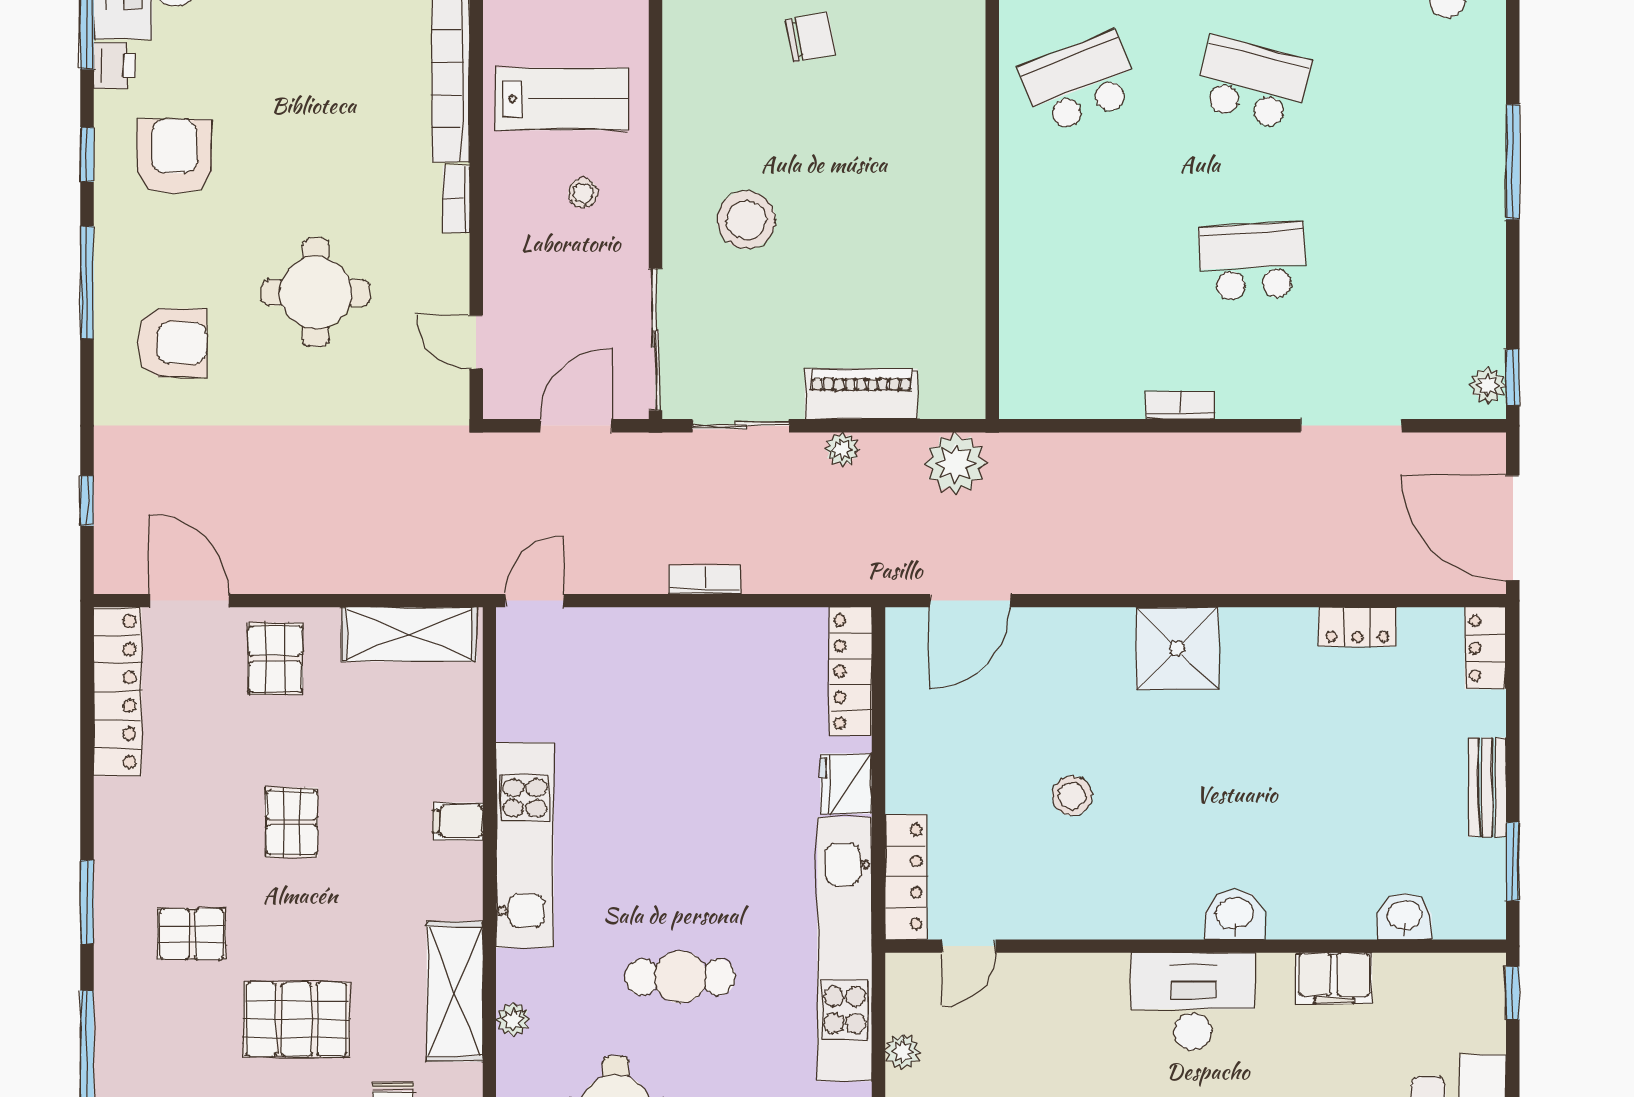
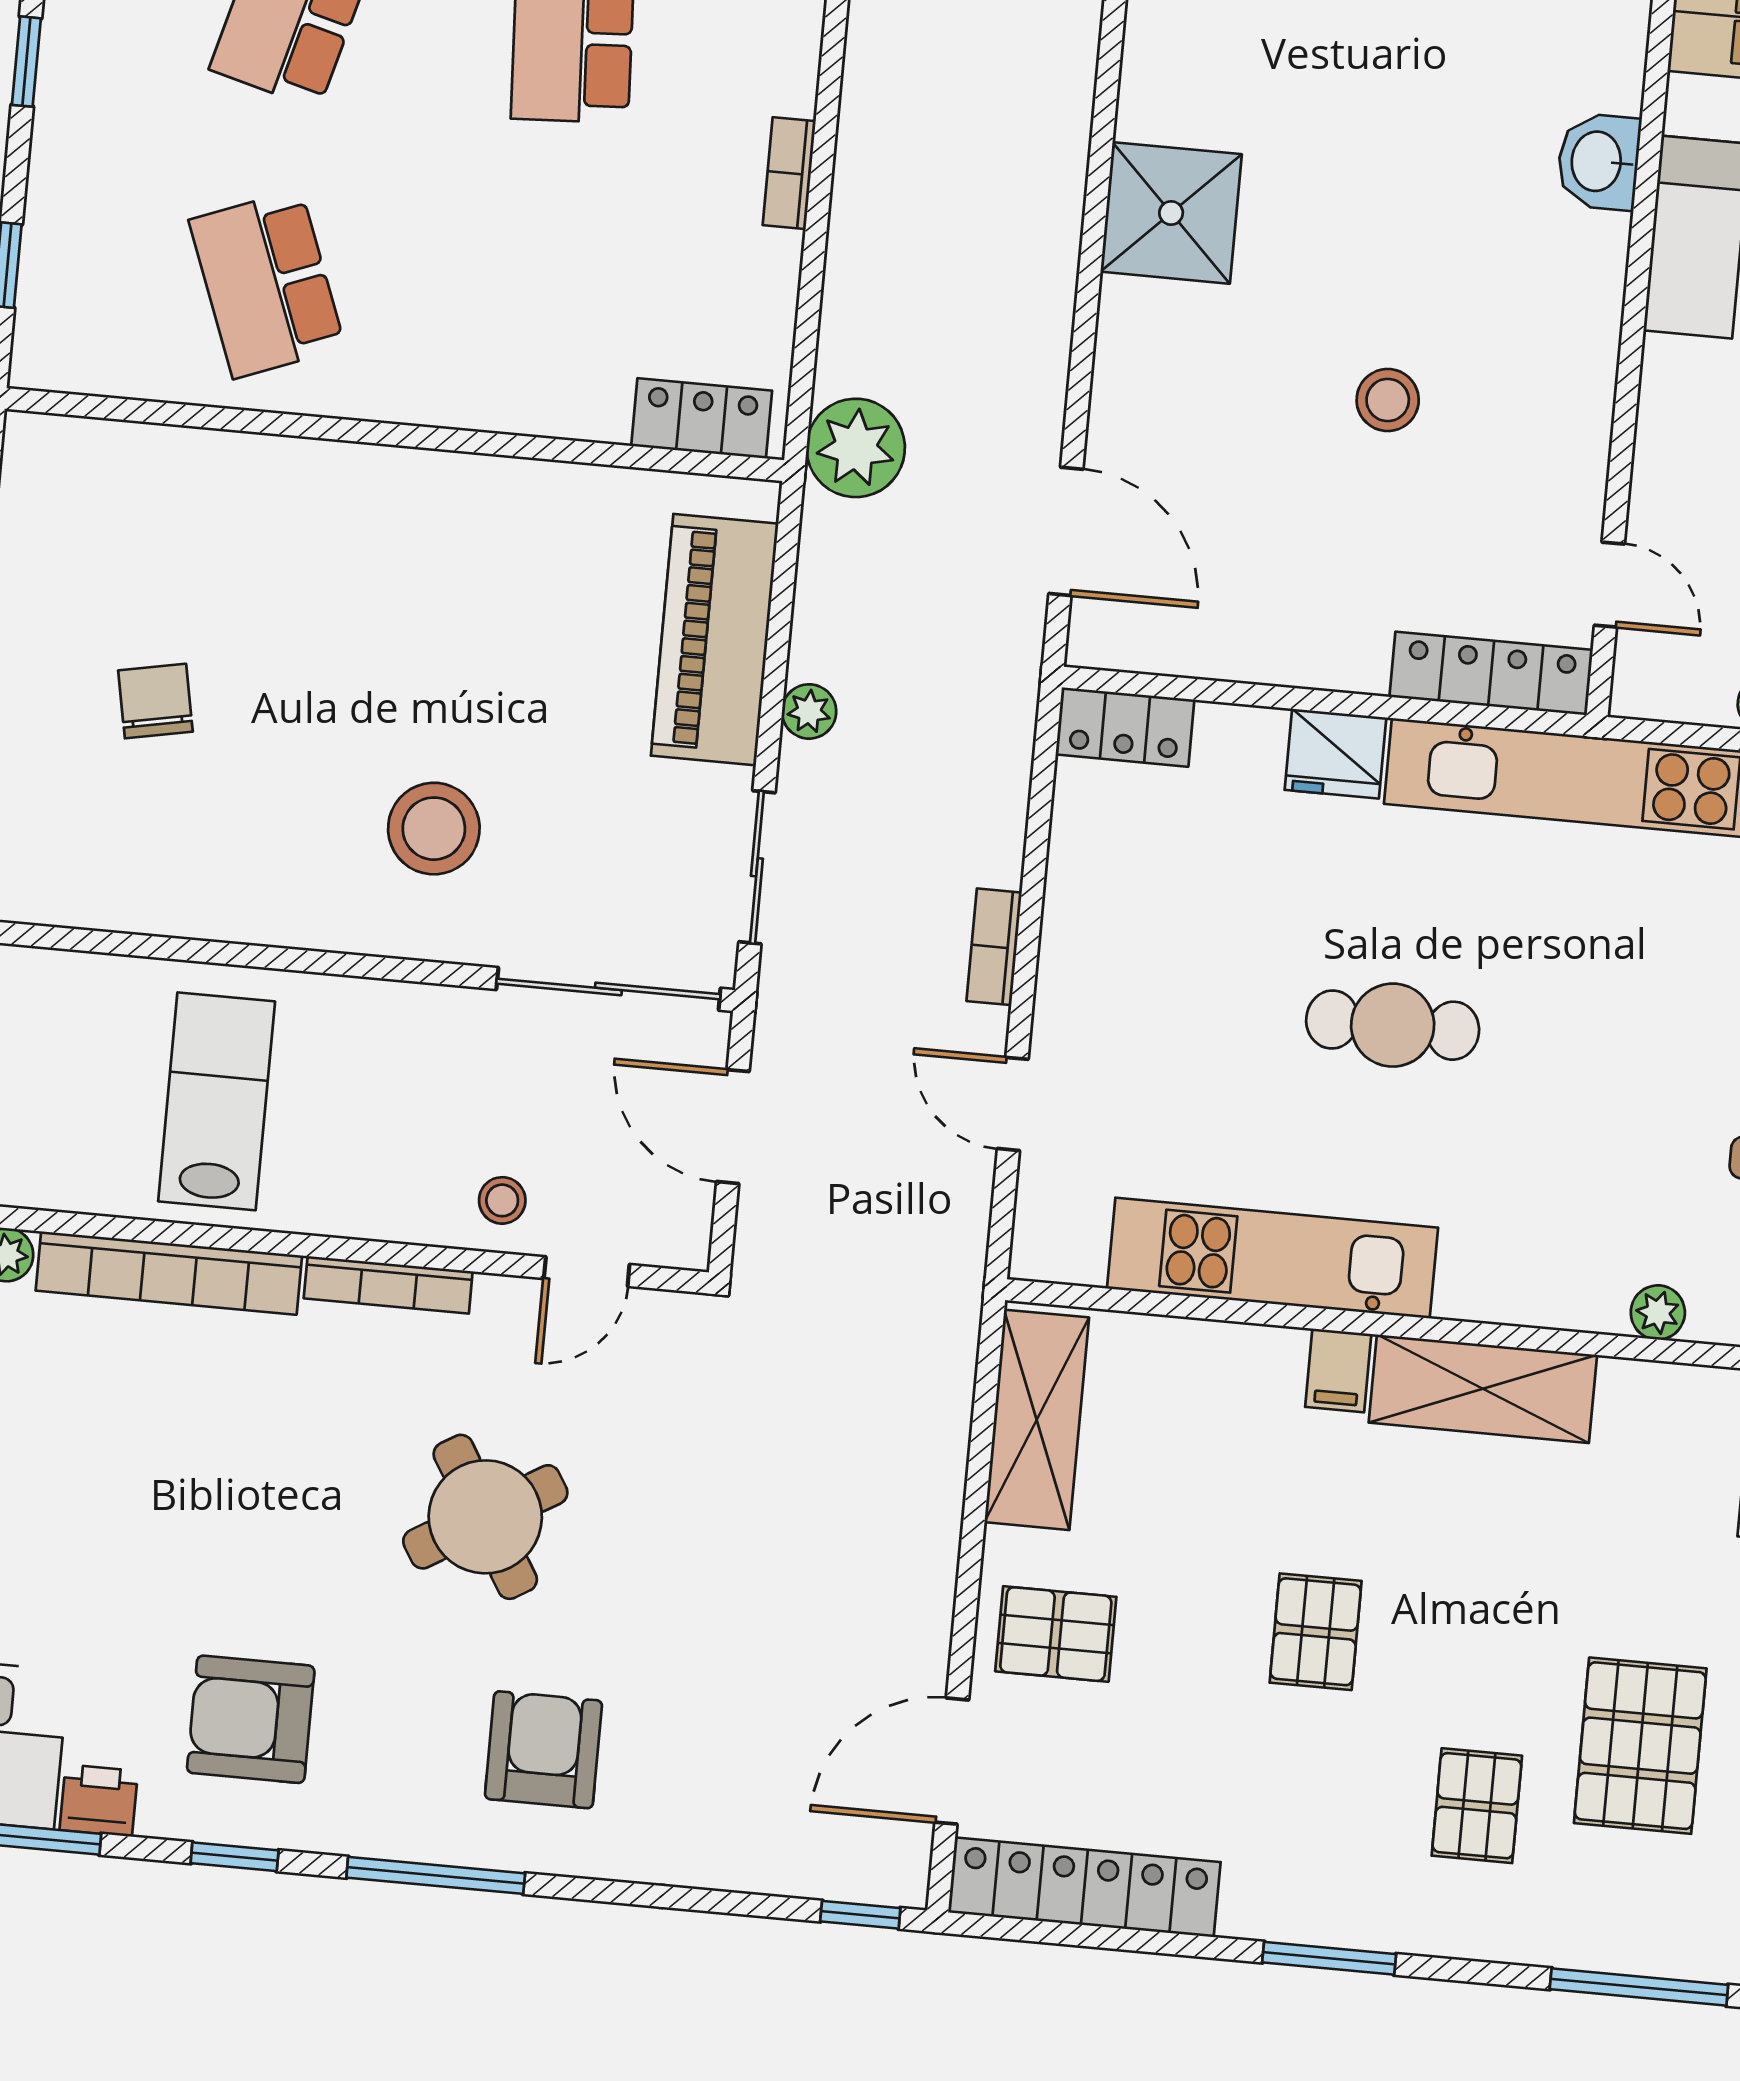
stool: (583, 193) -> (502, 1200), moved
bookcase: (456, 199) -> (388, 1285), width x1.56
round table: (316, 293) -> (485, 1517), turned -31
locker: (1020, 365) -> (702, 418), added
piano: (861, 394) -> (715, 640), width x1.37, depth x1.33
plant: (955, 463) -> (856, 448), moved
window: (87, 501) -> (860, 1915), moved
door: (535, 601) -> (1013, 1104), moved
locker: (851, 672) -> (1125, 727), width x0.66
pallet: (292, 822) -> (1316, 1632), turned 90
kitchen unit: (525, 845) -> (1273, 1258), moved
window: (87, 902) -> (1329, 1958), moved
cafe table: (680, 977) -> (1393, 1025), moved, turned 90
shelving: (455, 991) -> (1483, 1389), moved
pallet: (296, 1019) -> (1640, 1746), moved

